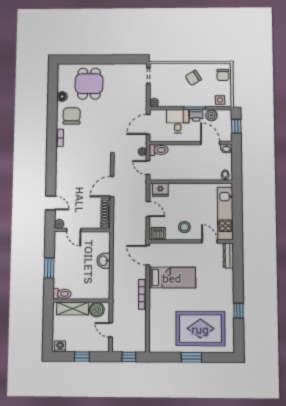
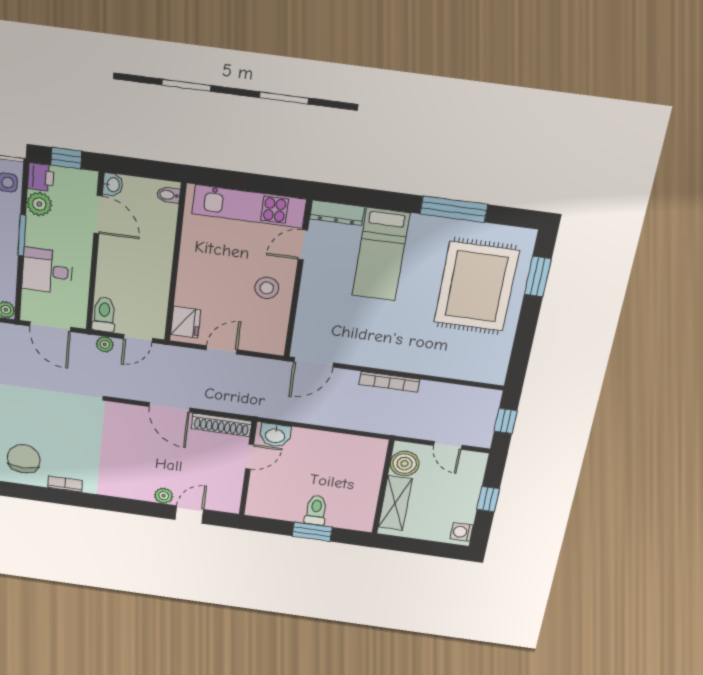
printer: (196, 115) -> (41, 177), moved
chair: (72, 116) -> (24, 459), turned 90
door: (210, 143) -> (98, 215), swing flipped
plant: (59, 224) -> (164, 496), moved
door: (74, 230) -> (250, 457), moved
dishwasher: (158, 234) -> (273, 338), removed
washbasin: (104, 261) -> (275, 435), moved
bed: (172, 278) -> (381, 254), moved, turned 180
toilet: (62, 294) -> (316, 510), moved
window: (238, 311) -> (454, 209), width x2.17
door: (111, 330) -> (448, 445), hinge flipped
window: (191, 357) -> (538, 277), moved

